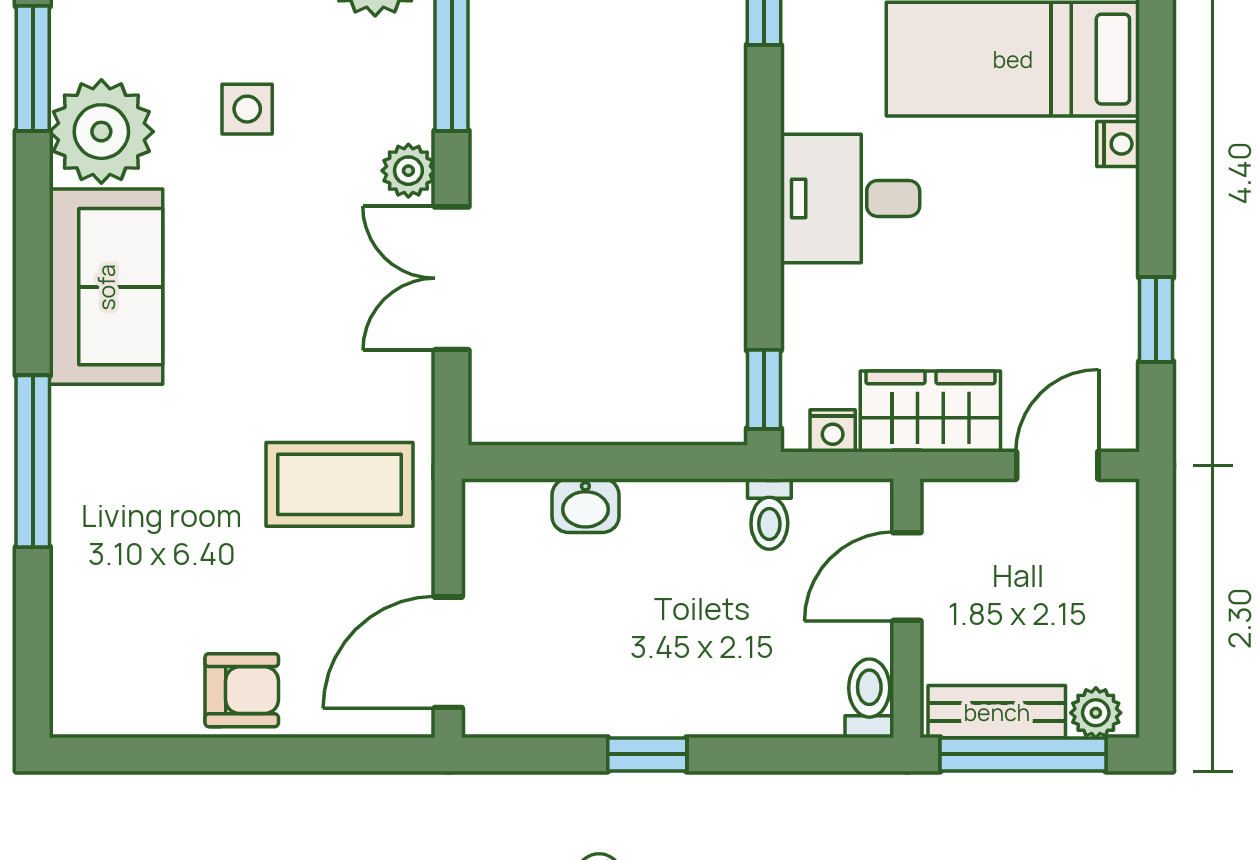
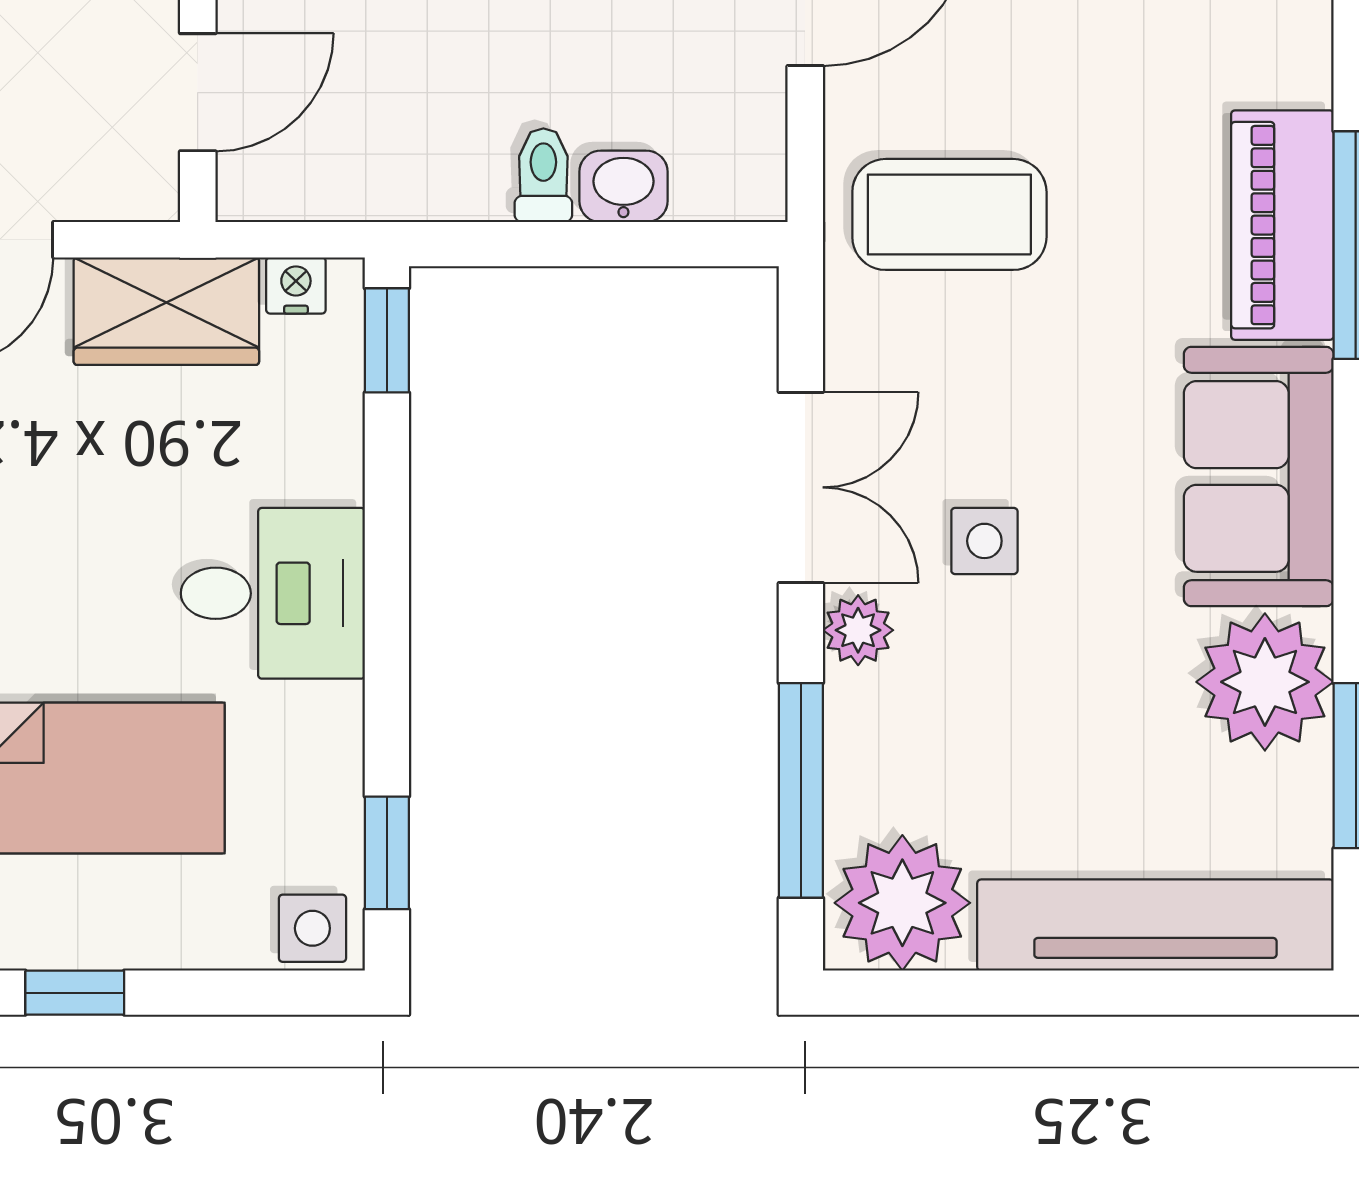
side table: (247, 109) -> (984, 541), moved
piano: (88, 476) -> (1282, 225), added
toilet: (769, 514) -> (543, 175), moved

